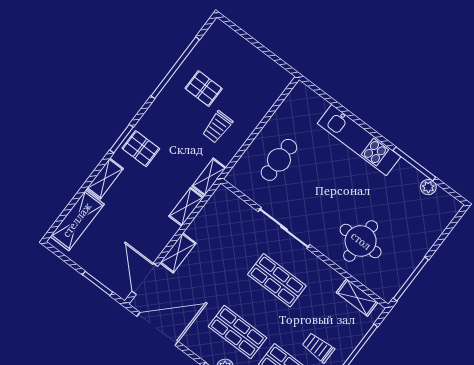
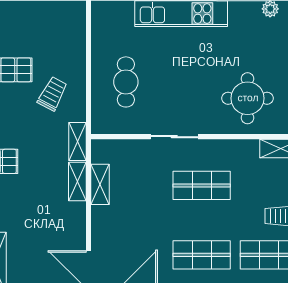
trolley: (217, 127) -> (53, 94), turned -152
sliding door: (284, 228) -> (174, 137), width x0.73
shelving: (178, 253) -> (100, 184), moved

